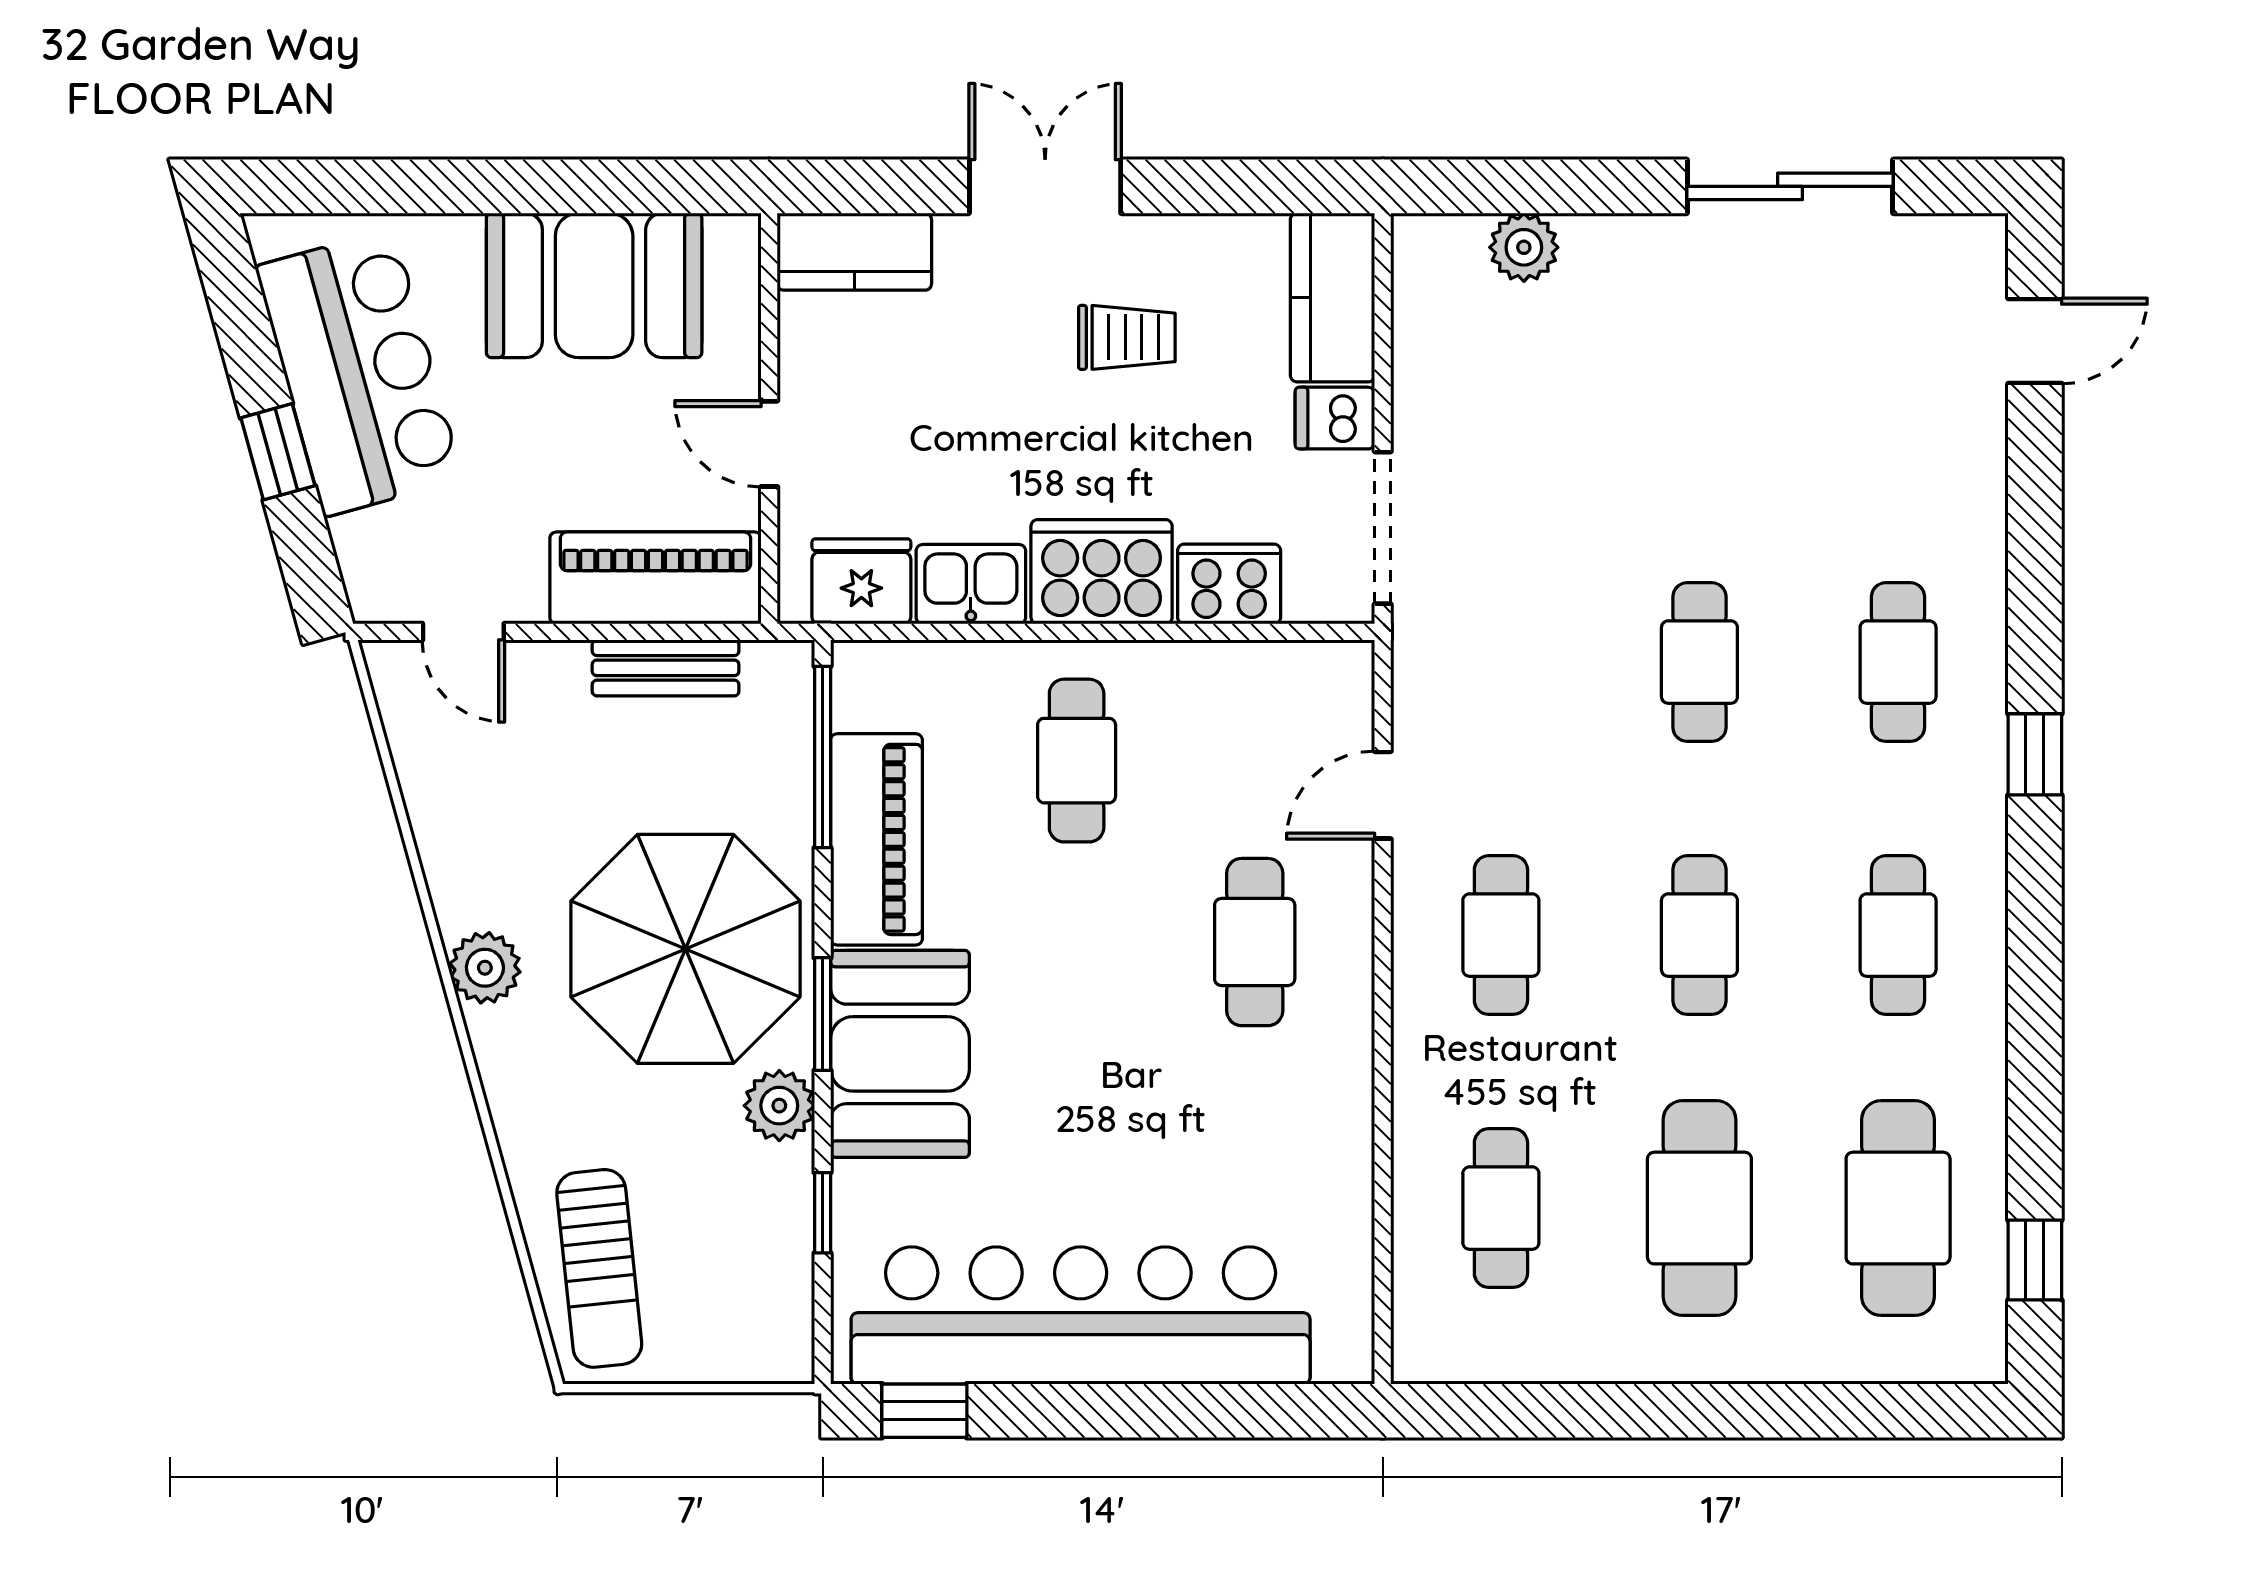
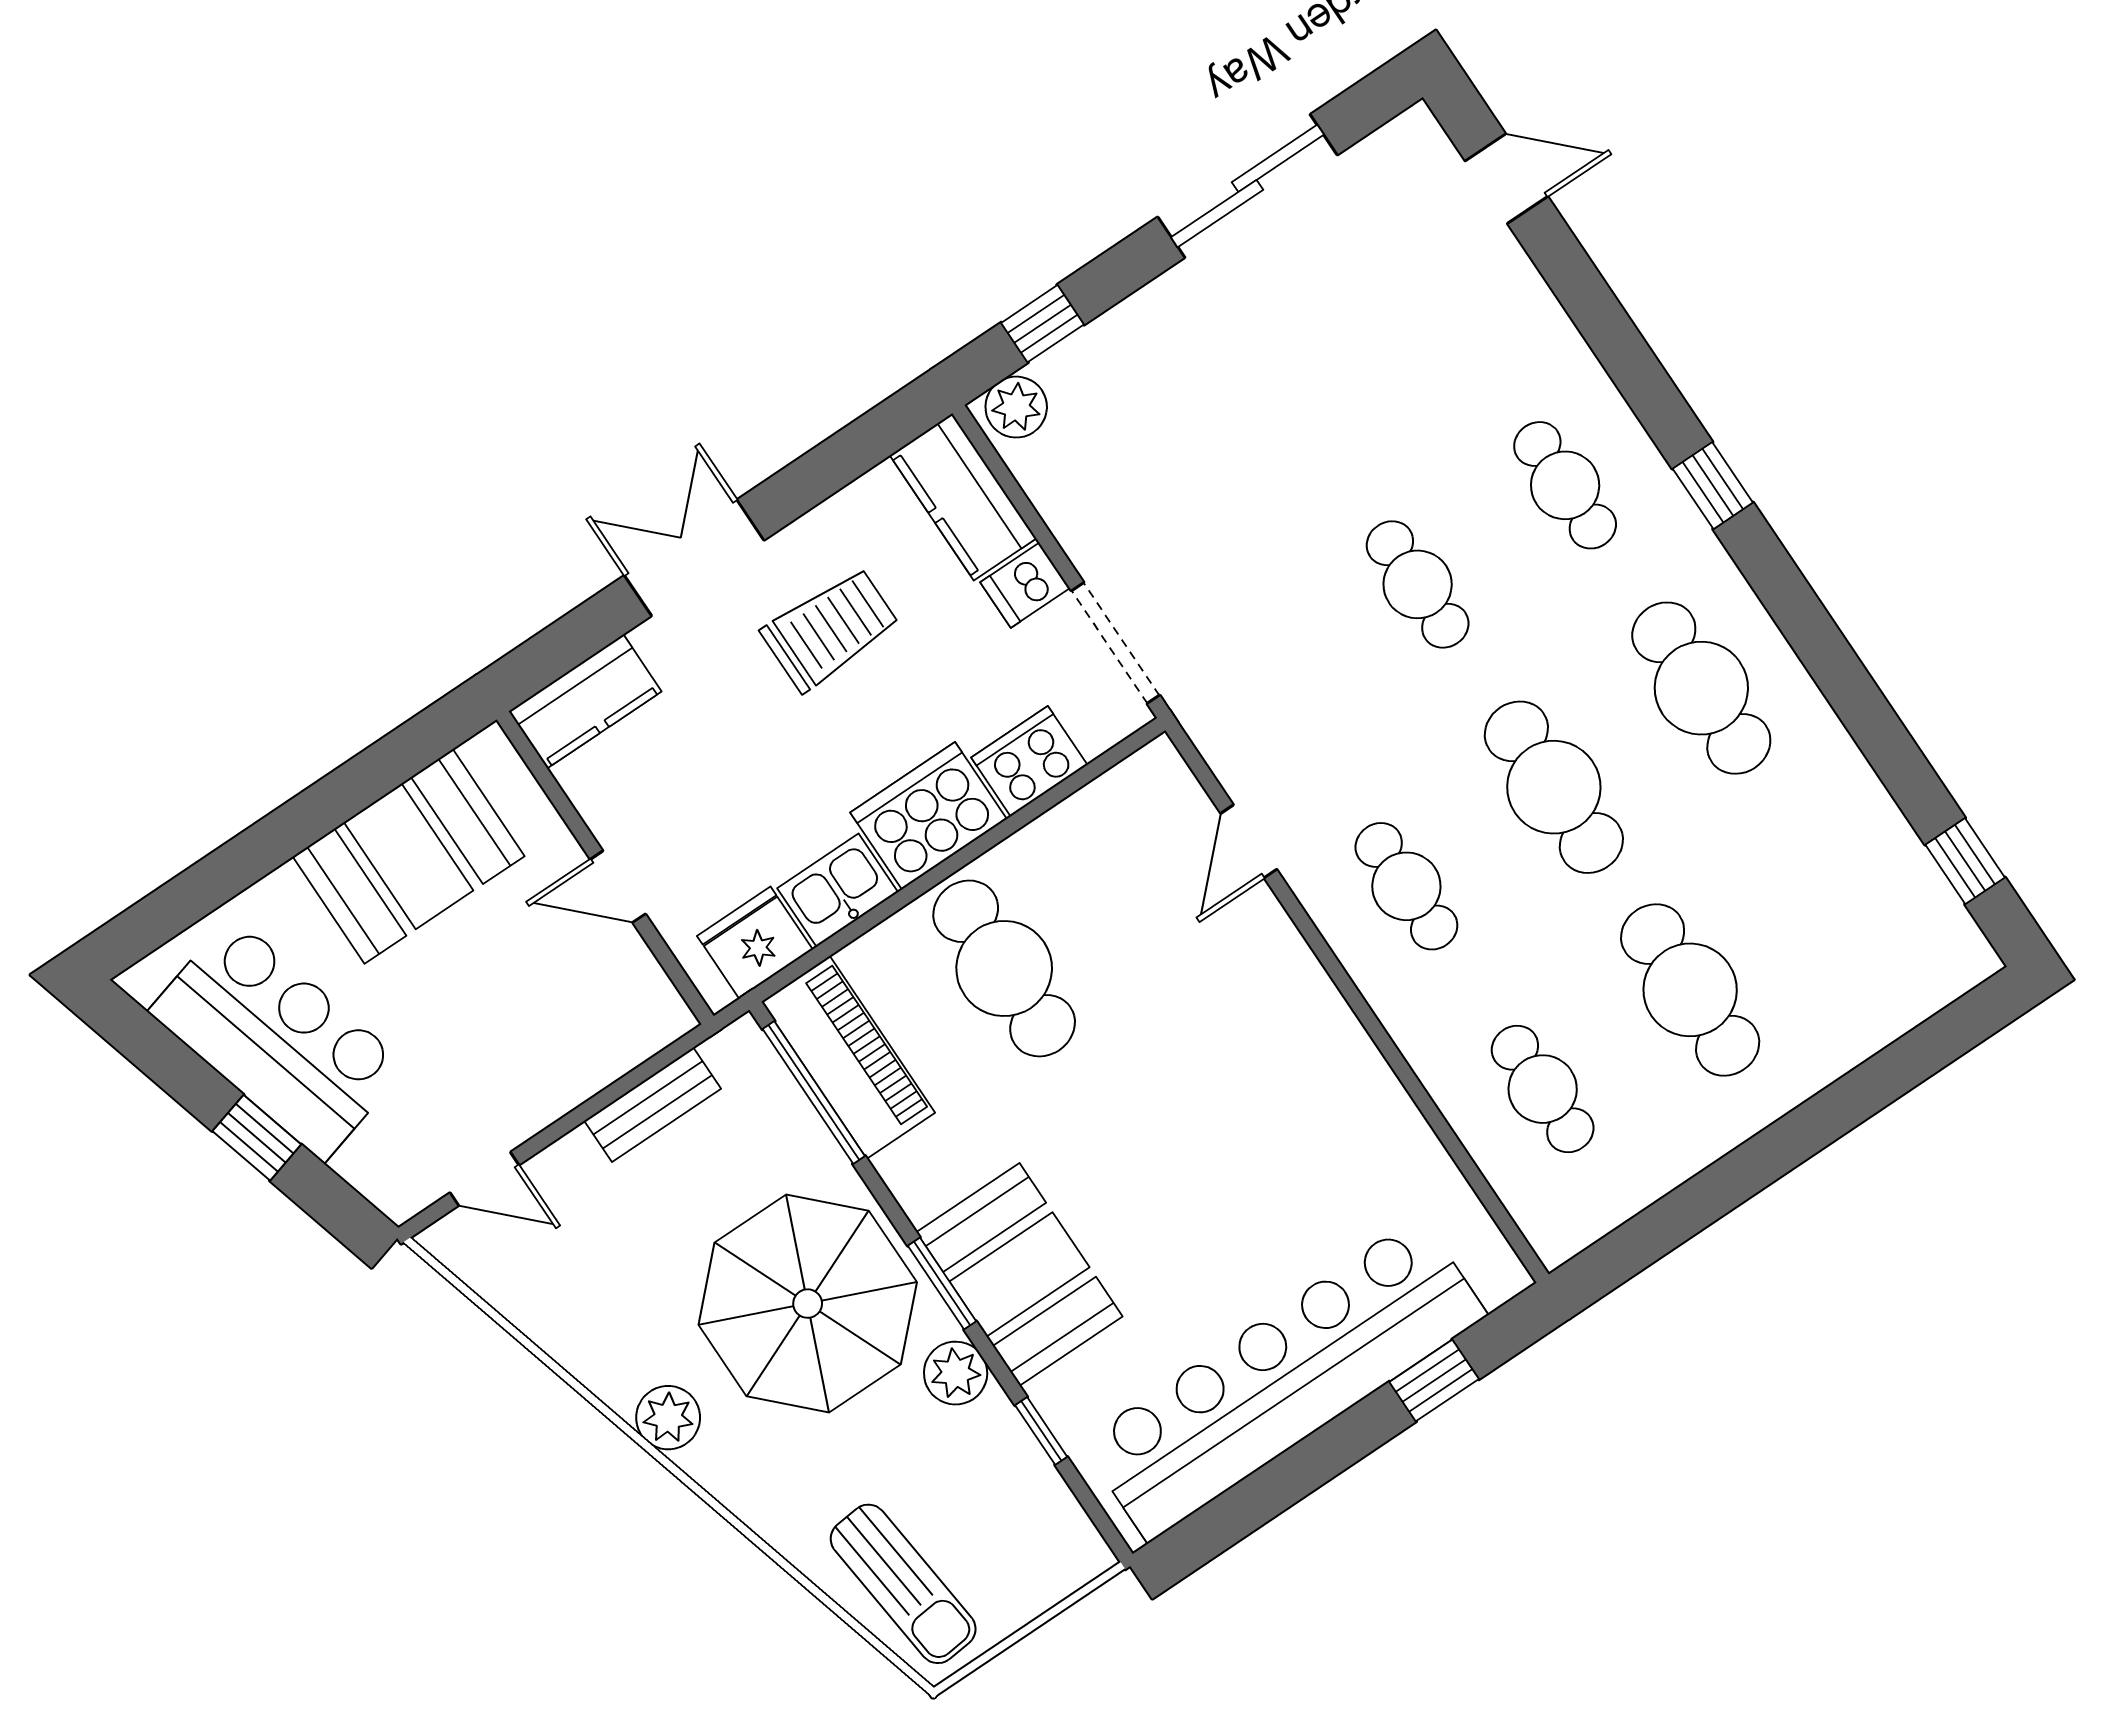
window: (1514, 186) -> (1043, 324), added
plant: (1524, 247) -> (1016, 407), moved
trolley: (1127, 337) -> (830, 629), width x1.36, depth x1.39
door: (2035, 341) -> (1507, 179), hinge flipped
piano: (655, 578) -> (600, 1043), removed
cafe table: (1077, 761) -> (1004, 968), width x1.37, depth x1.35
piano: (877, 839) -> (848, 1057), moved
cafe table: (1699, 935) -> (1554, 787), width x1.37, depth x1.35
cafe table: (1898, 935) -> (1701, 688), width x1.37, depth x1.35
cafe table: (1255, 942) -> (1227, 1014), removed
cafe table: (1898, 1208) -> (1838, 891), removed
window: (924, 1411) -> (1434, 1380), moved

